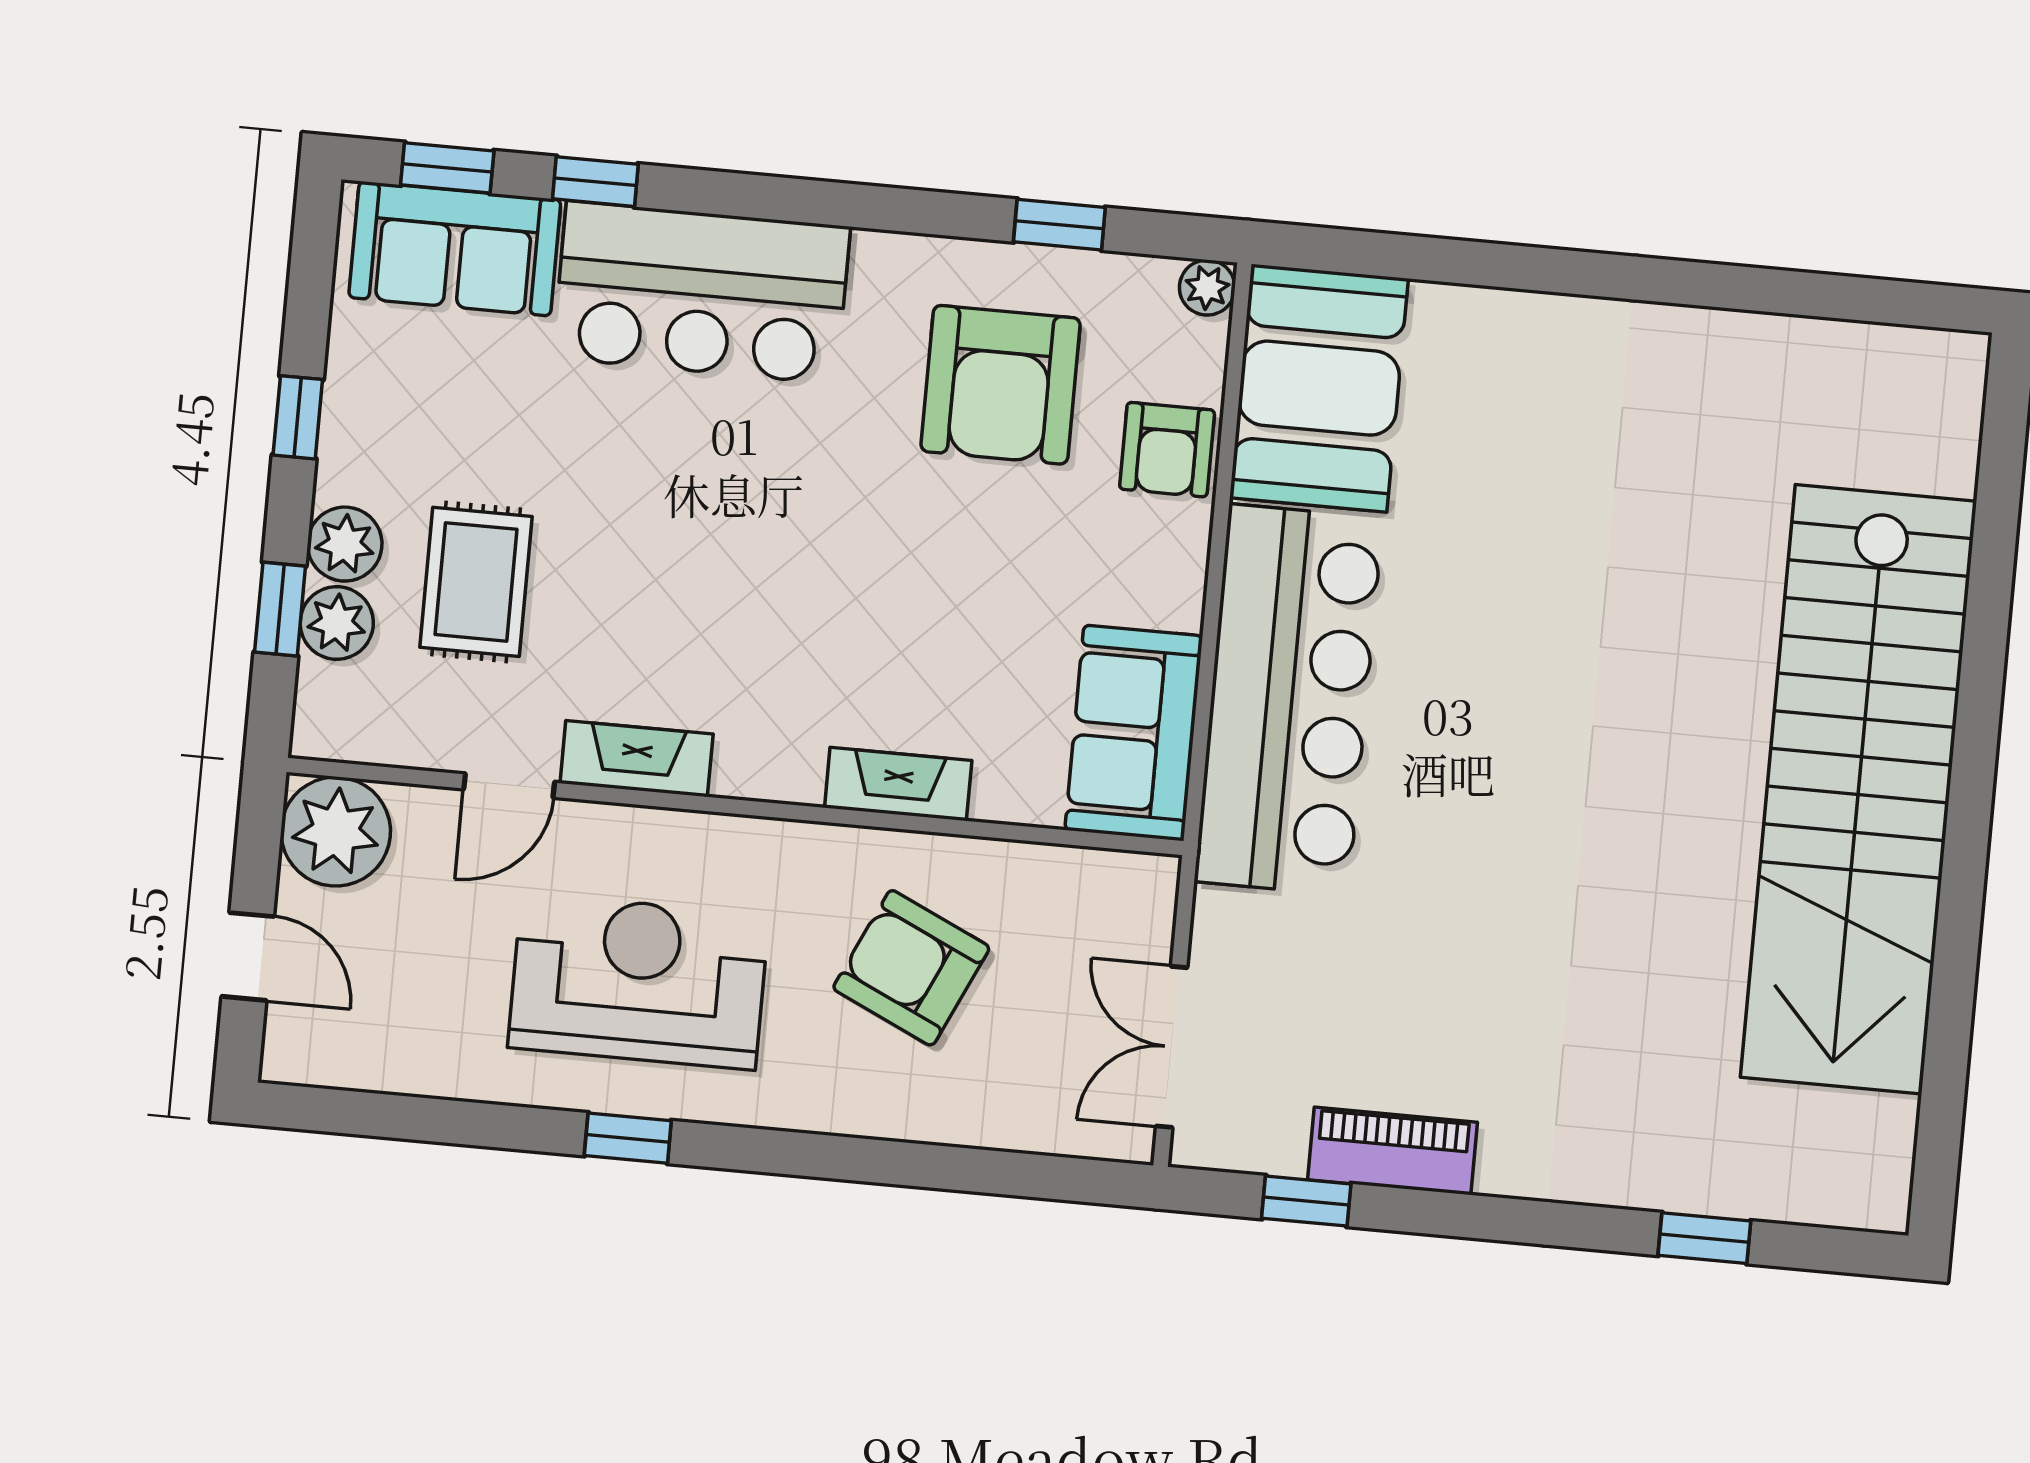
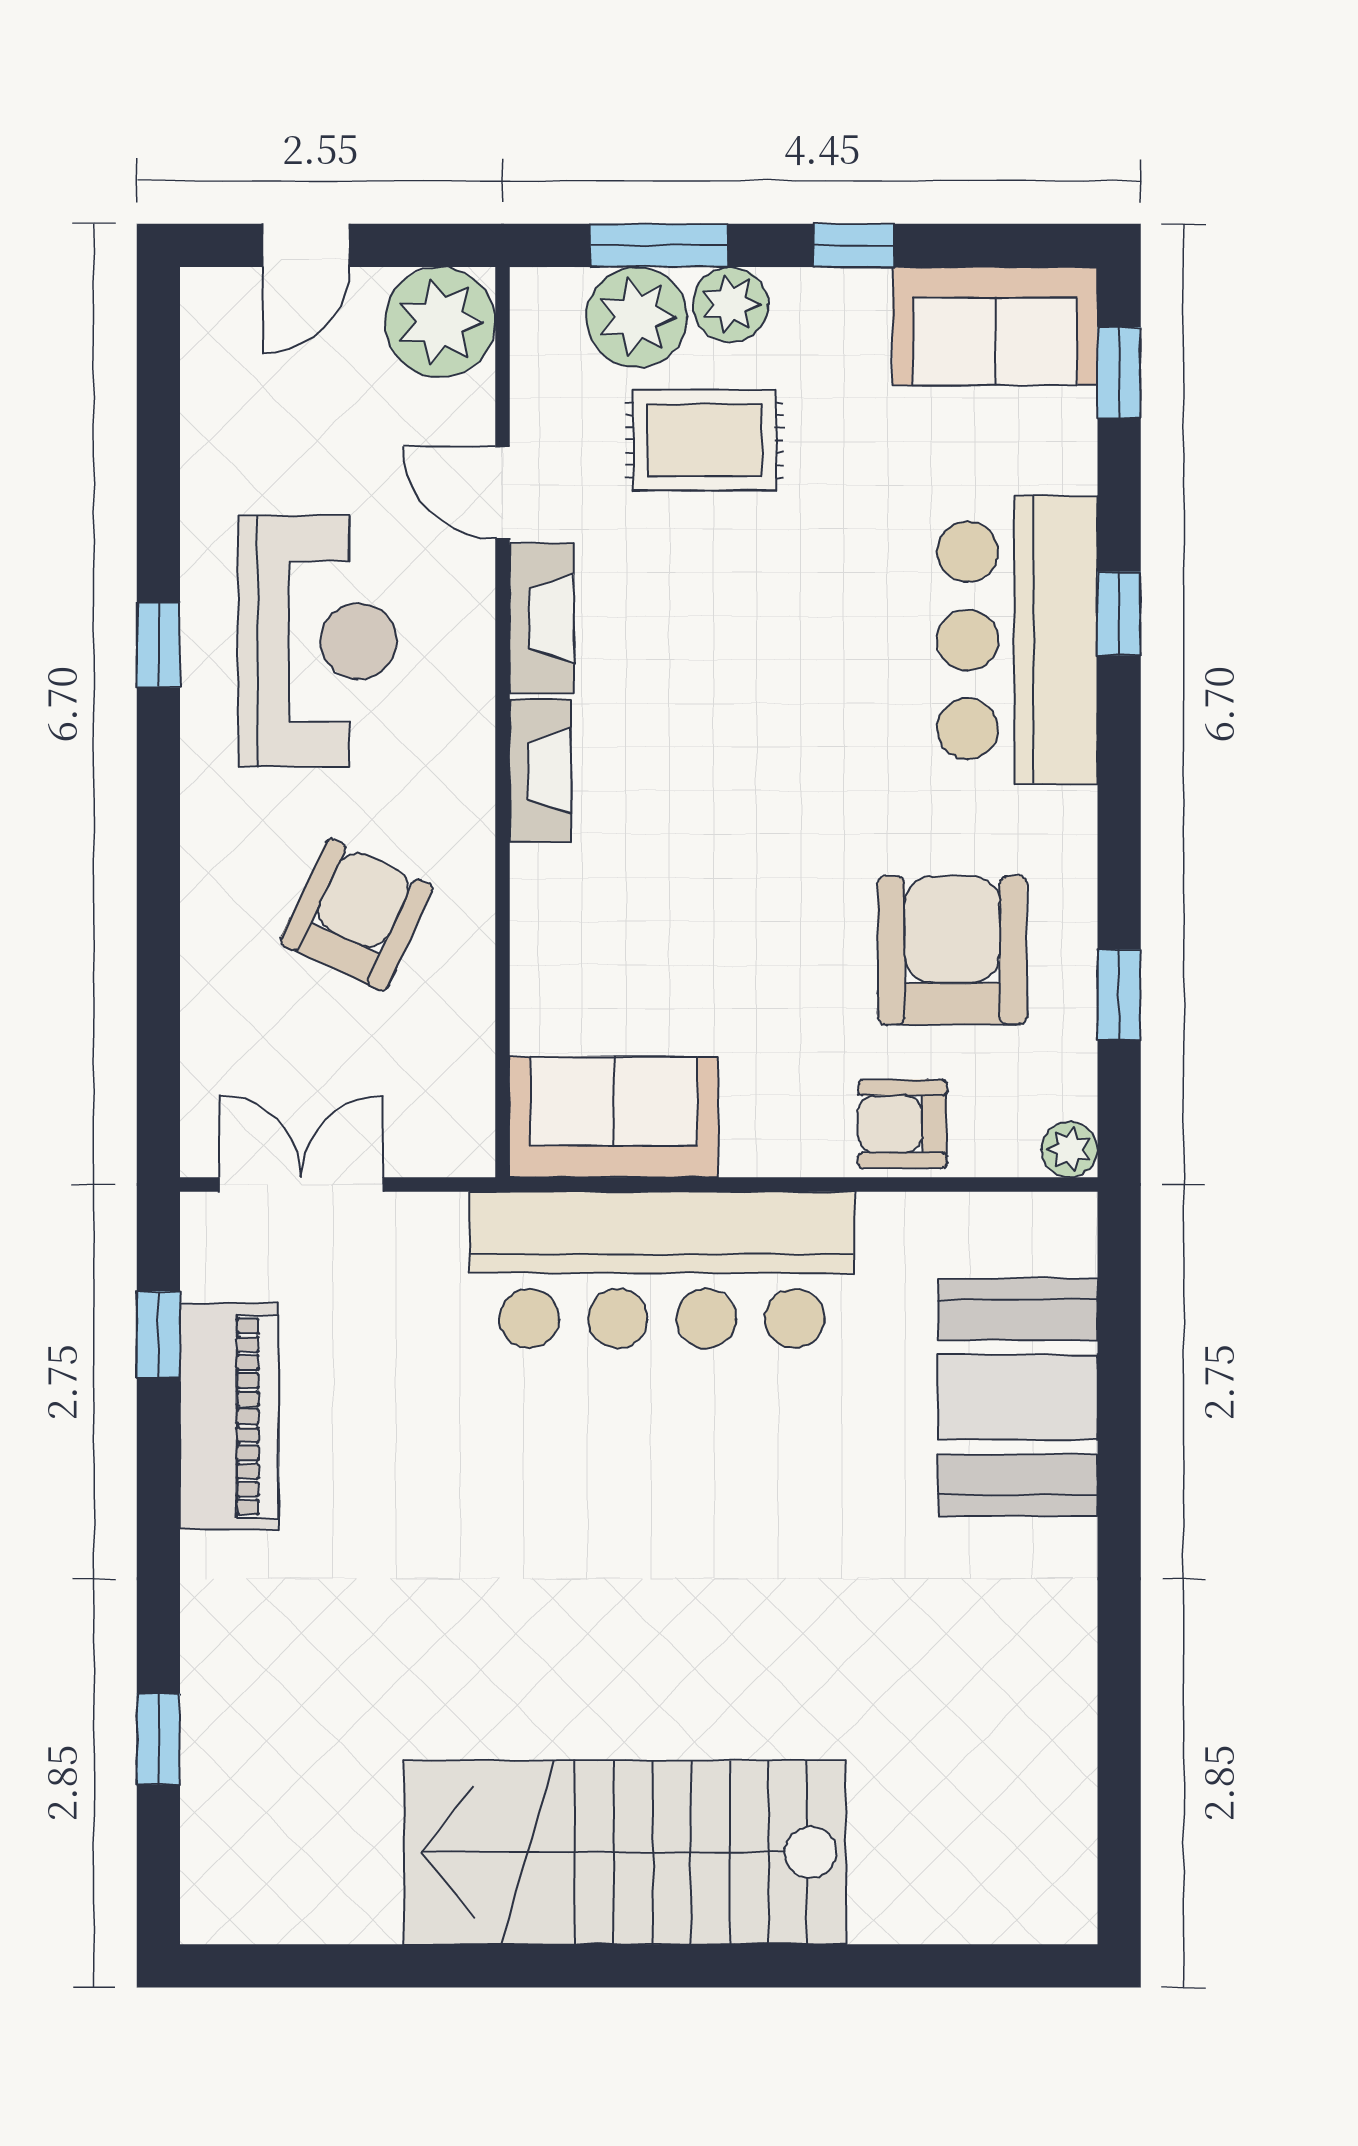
window: (595, 182) -> (1119, 614), moved
sofa: (455, 249) -> (995, 326), moved, turned -90
armchair: (1001, 385) -> (952, 950), turned 90
booth: (1319, 388) -> (1018, 1397), moved, turned 90
window: (280, 609) -> (659, 245), width x1.50
plant: (337, 623) -> (637, 317), width x1.36, depth x1.36
fireplace: (898, 784) -> (540, 771), moved
stairs: (1858, 789) -> (625, 1852), width x0.73
piano: (1393, 1151) -> (229, 1417), width x1.37, depth x1.33

